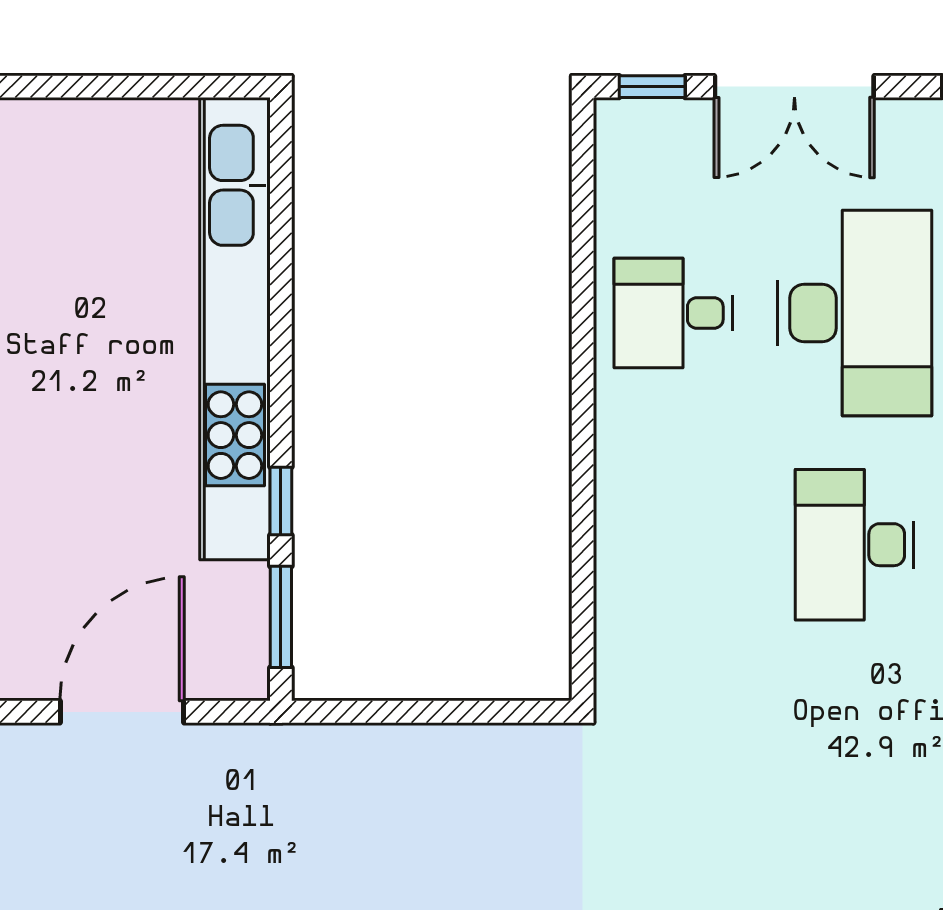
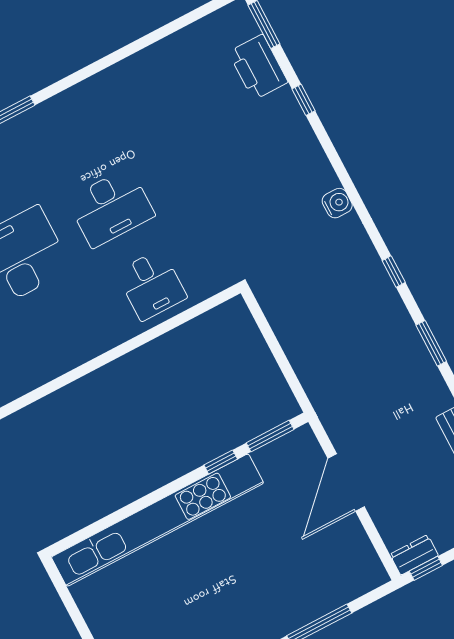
desk: (673, 313) -> (151, 285), moved
door: (122, 712) -> (346, 483), hinge flipped

